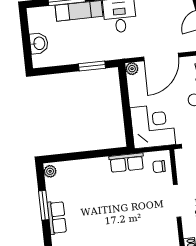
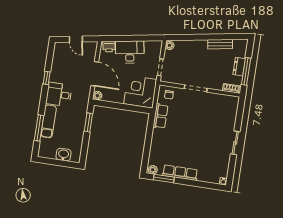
window: (44, 205) -> (164, 179), moved
row of seats: (57, 218) -> (180, 173), width x1.48

